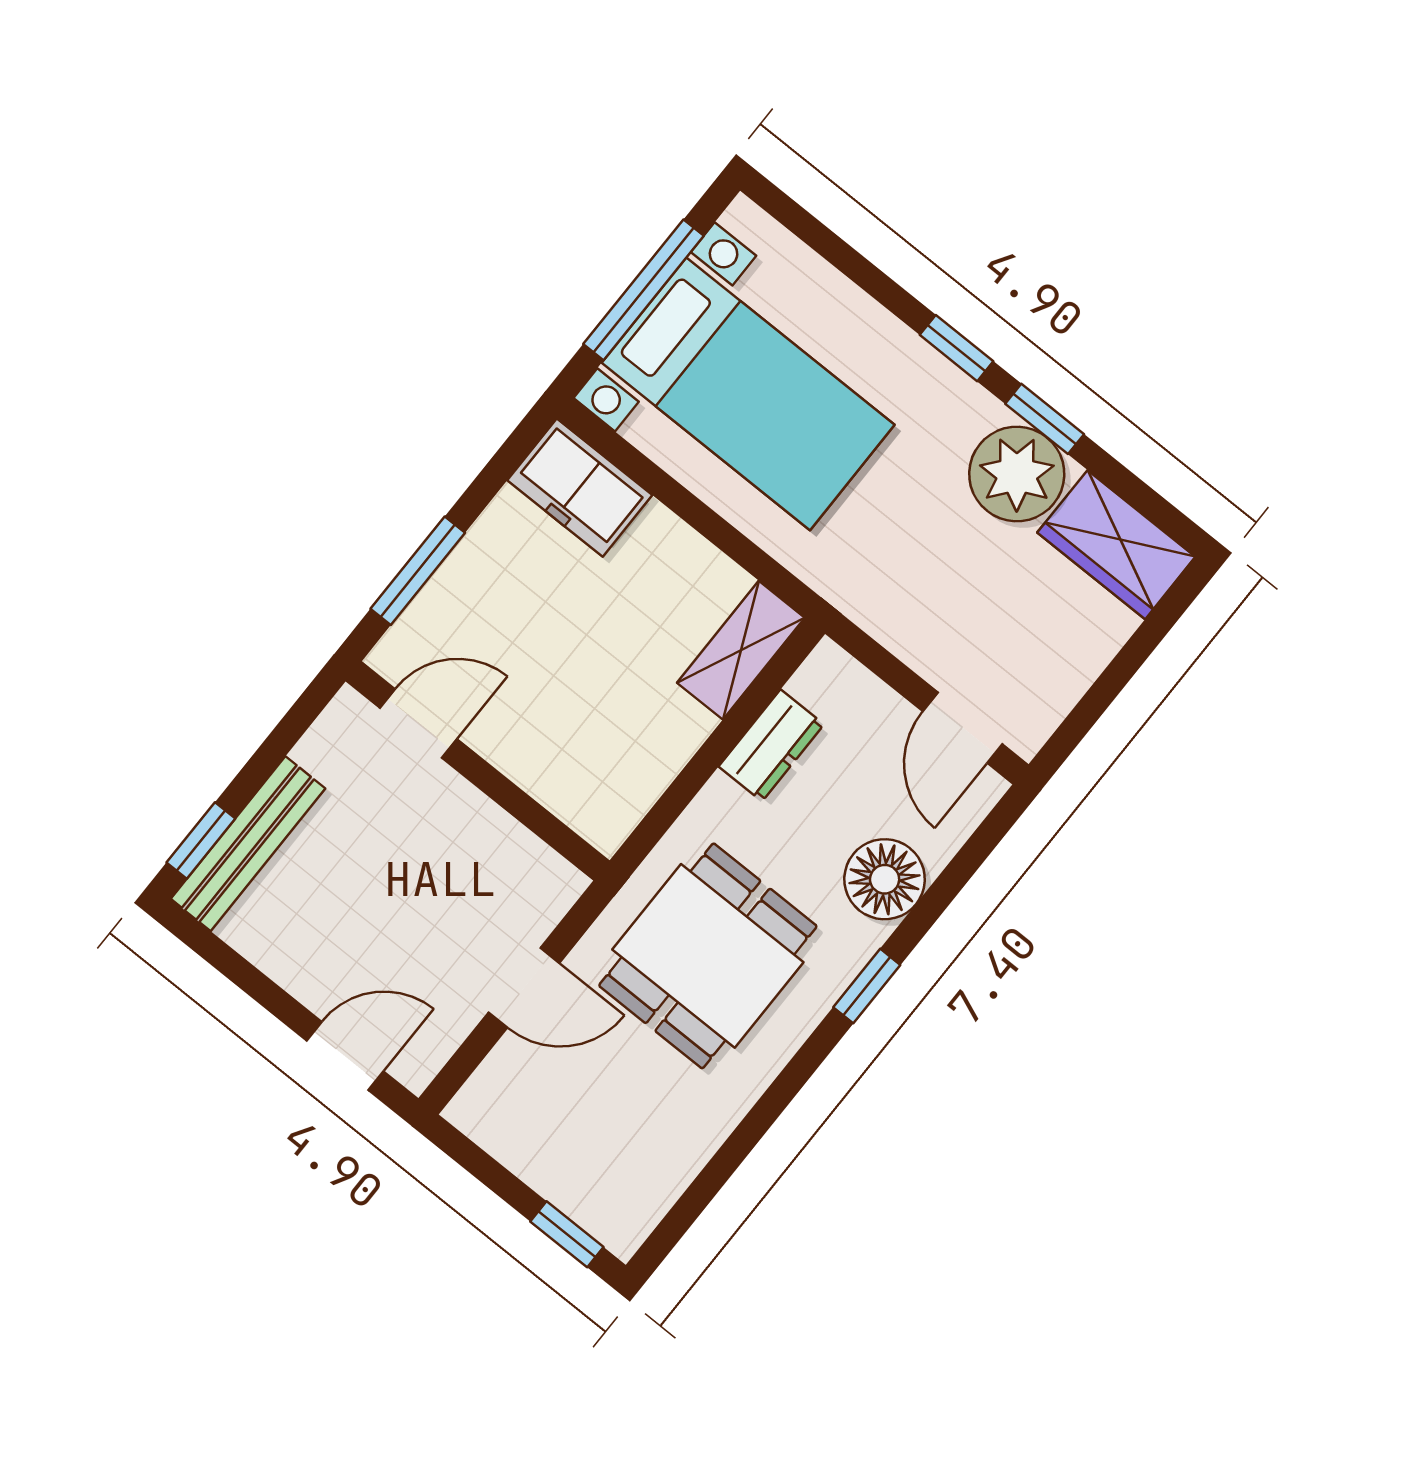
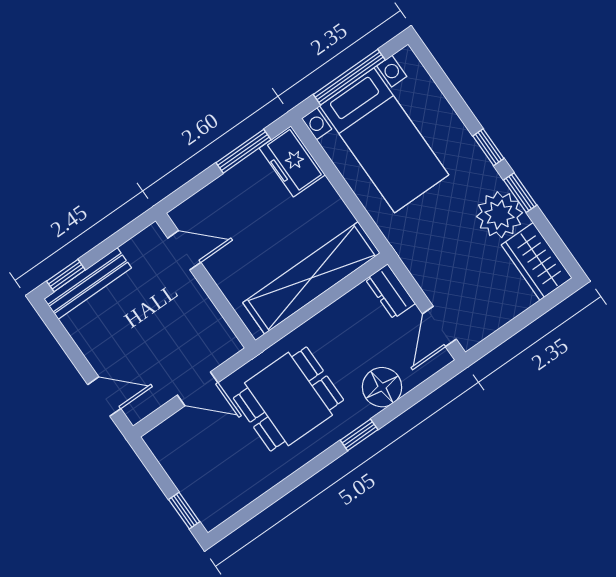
window: (418, 571) -> (243, 151), moved
shelving: (741, 650) -> (311, 278), width x2.20, depth x1.33
dresser: (771, 745) -> (390, 291), moved, turned 90

